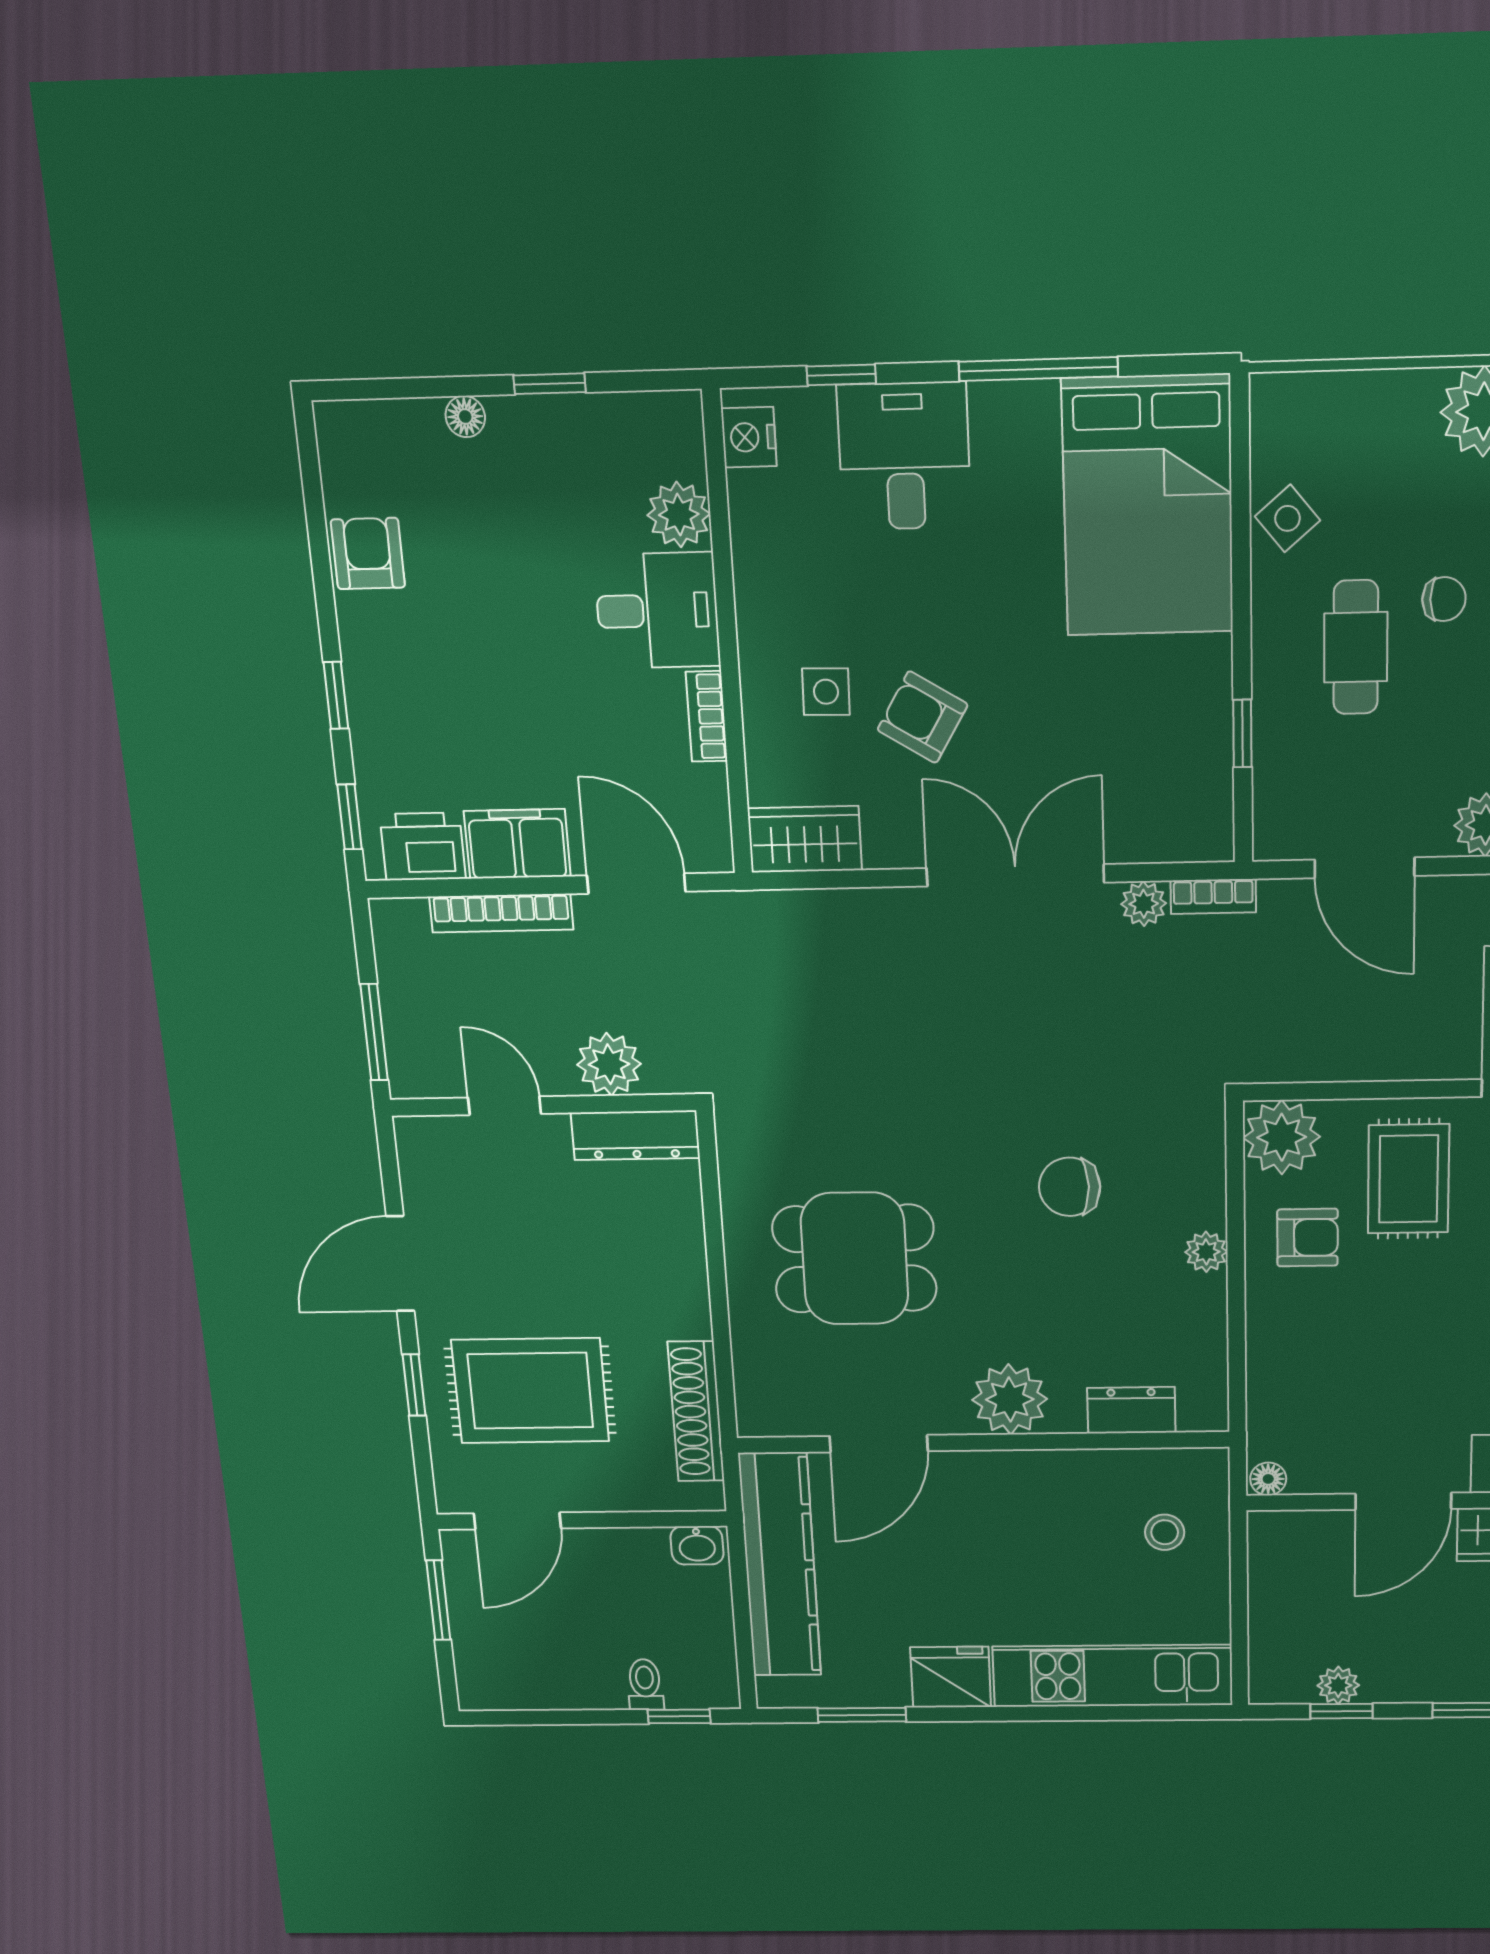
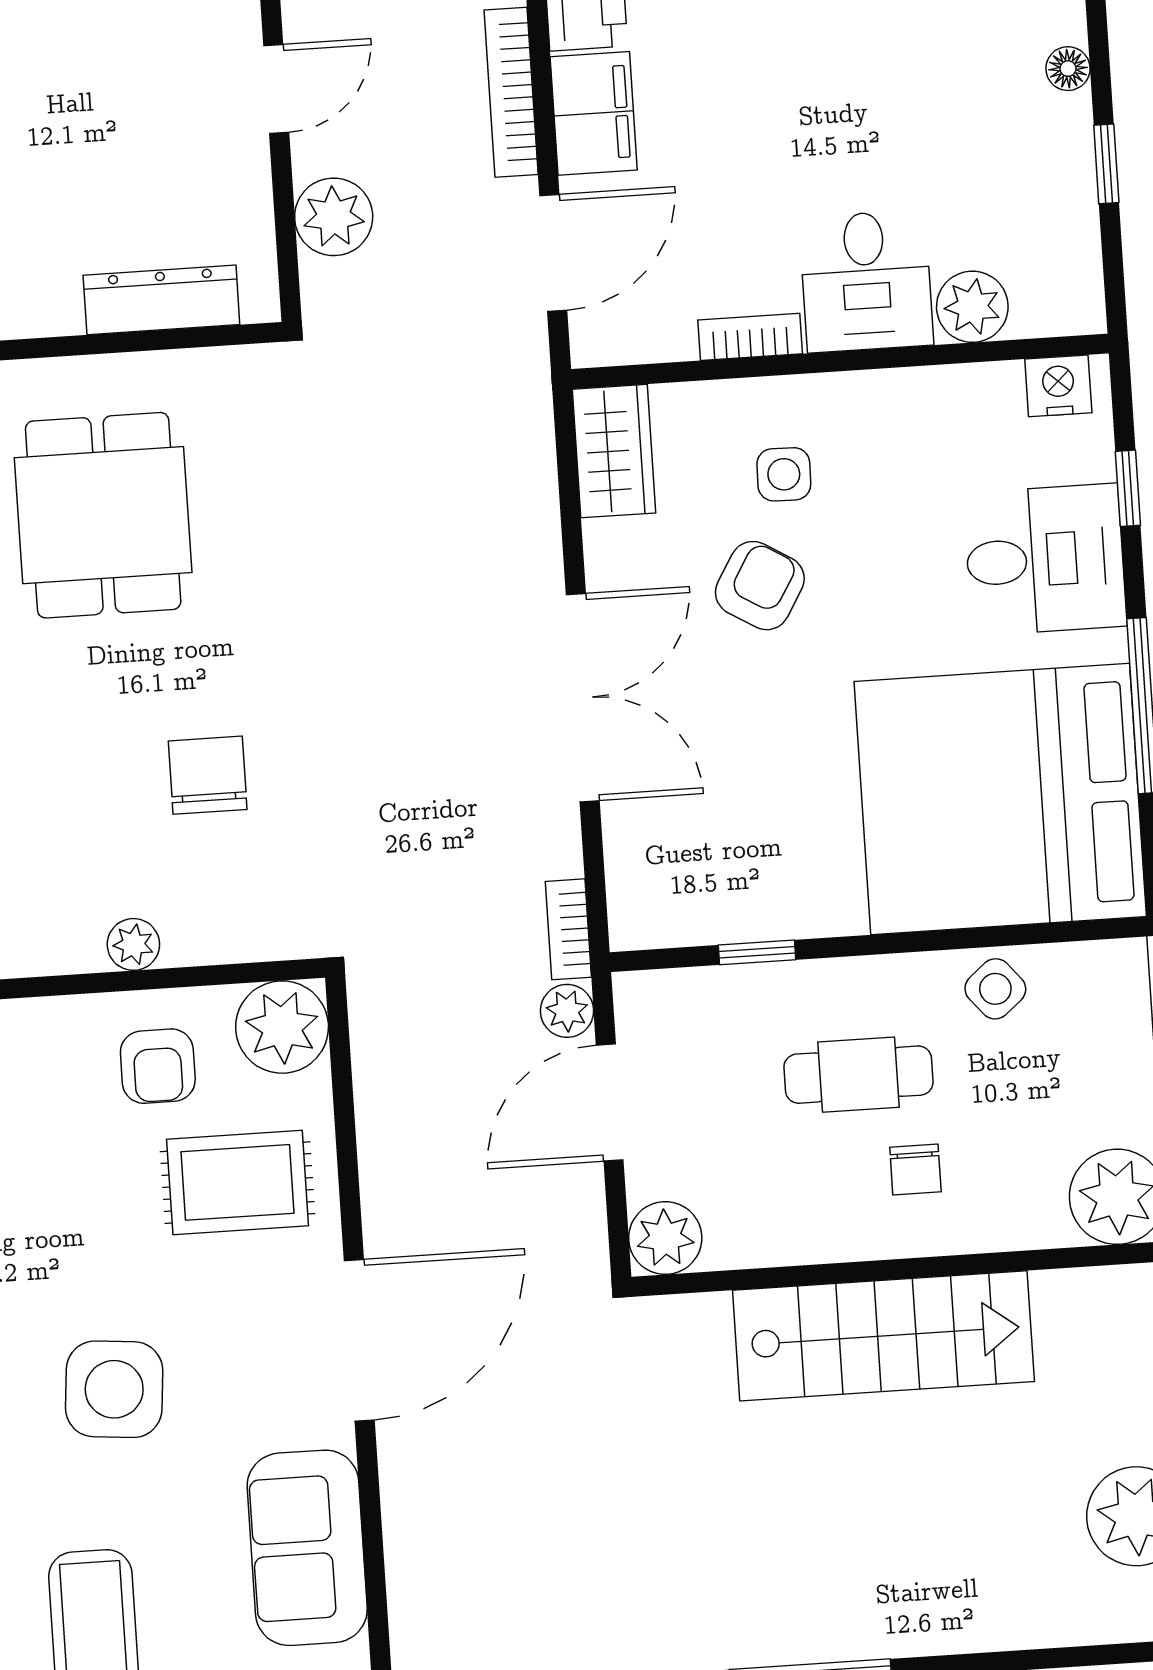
bed: (1148, 506) -> (1000, 799), width x1.36
plant: (1144, 904) -> (567, 1011), moved
dresser: (635, 1135) -> (161, 300), moved, turned 90

